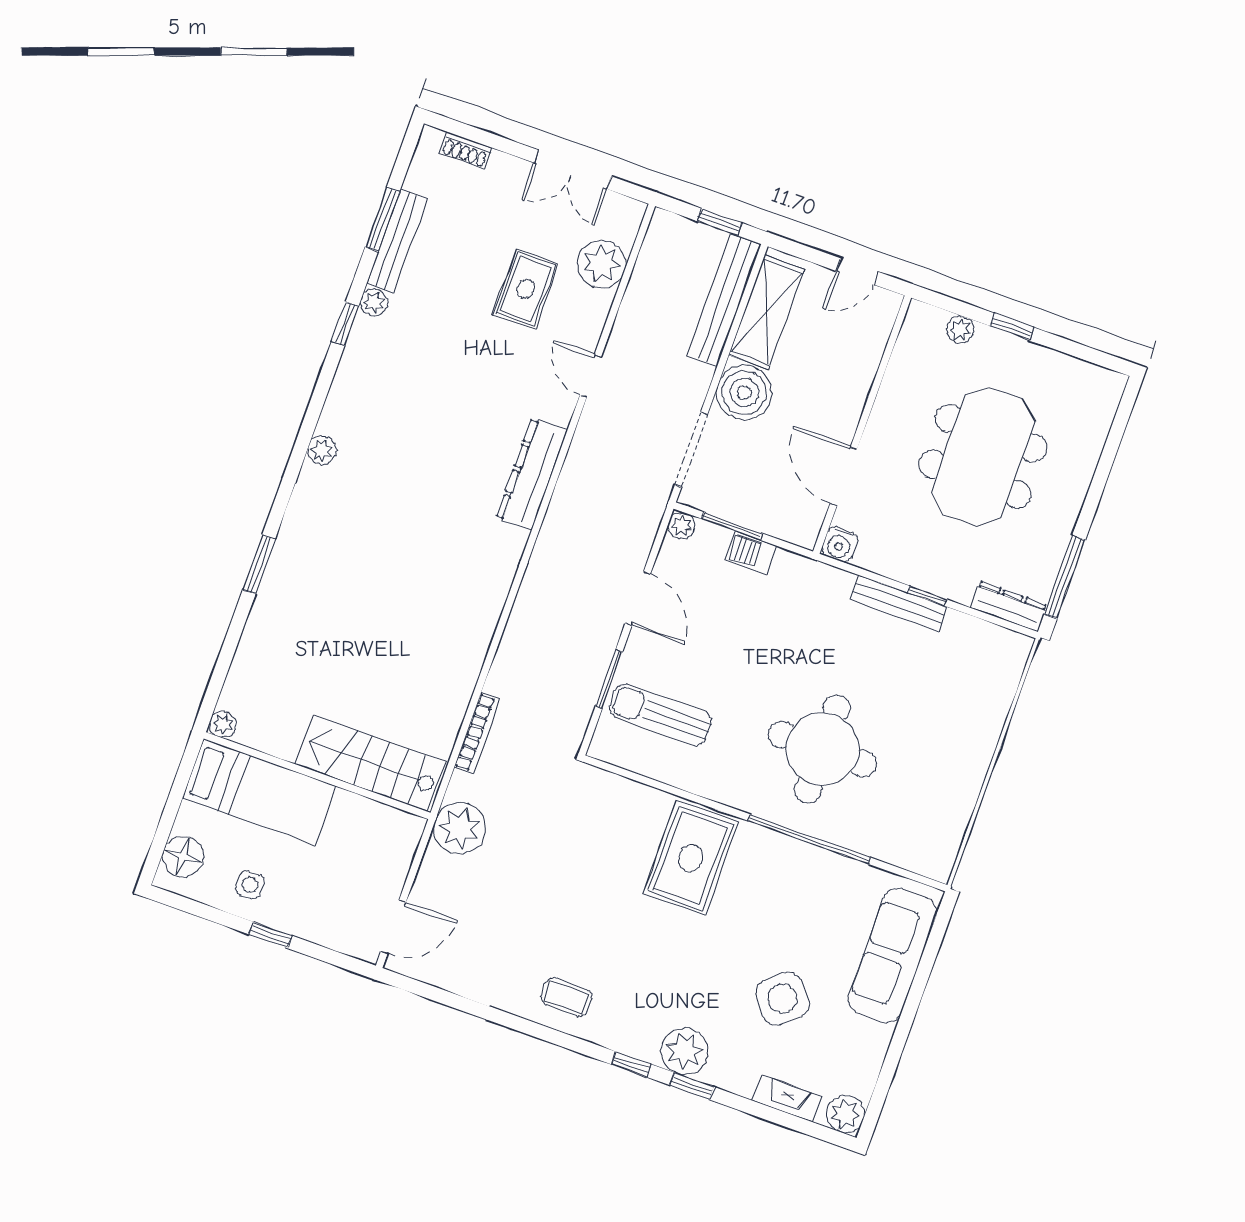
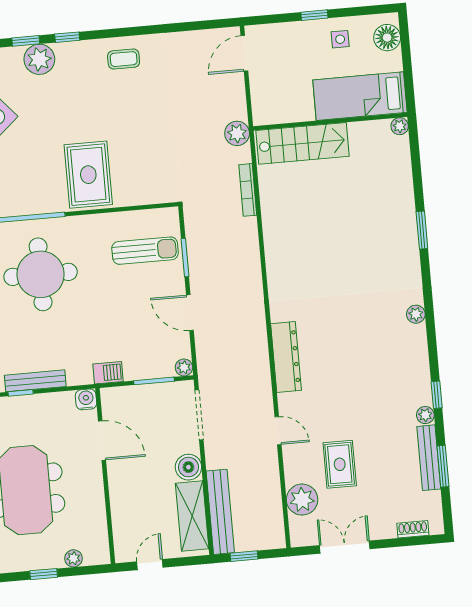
boiler: (744, 392) -> (188, 467), width x0.73, depth x0.73
barbecue: (751, 553) -> (108, 373), moved
plant: (460, 828) -> (237, 133), width x0.73, depth x0.73

